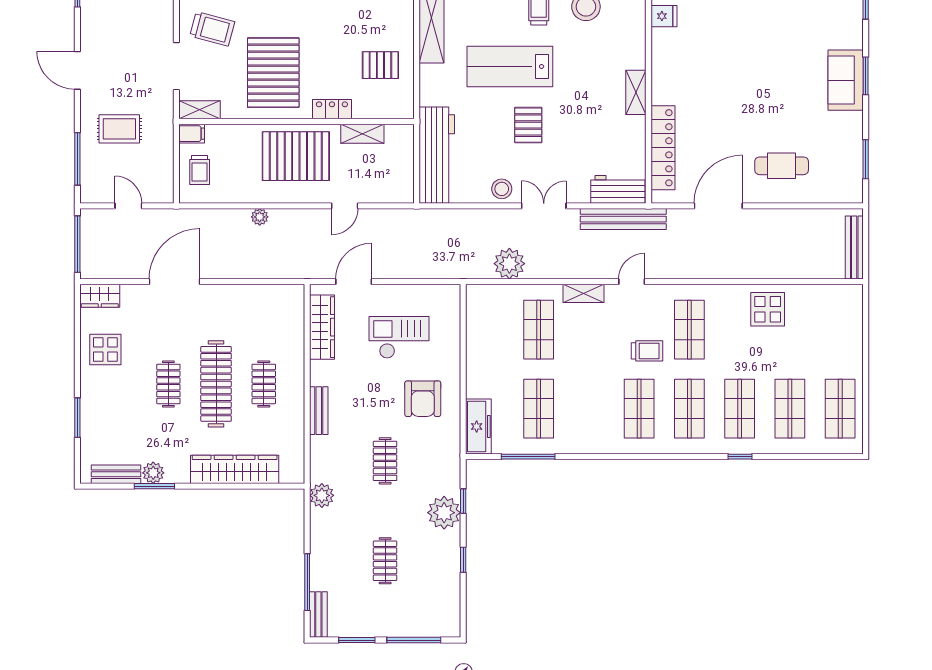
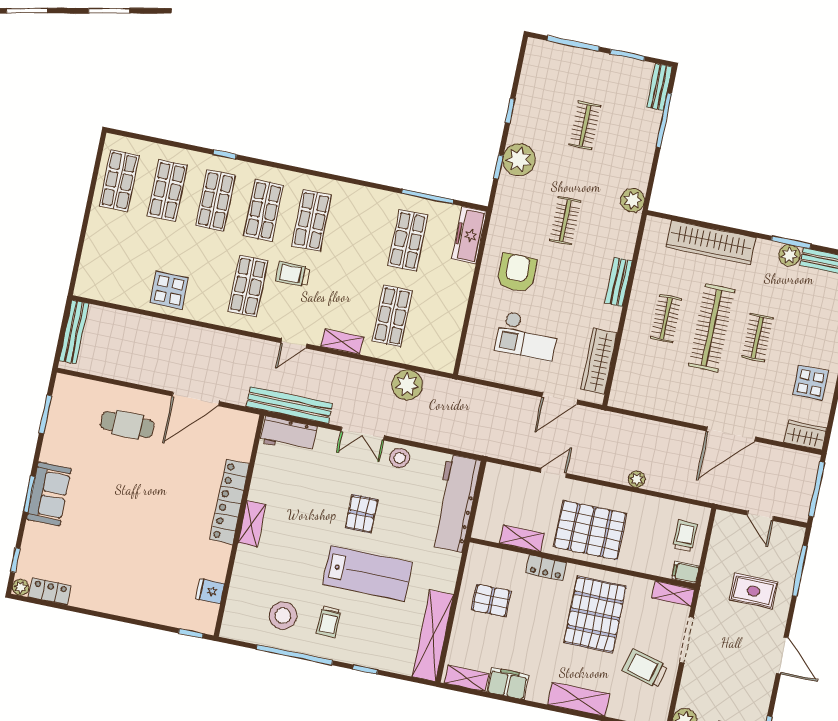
locker: (663, 148) -> (230, 502), moved

